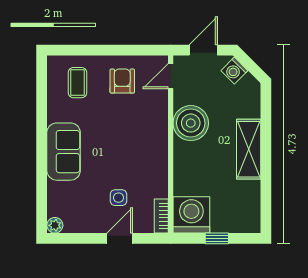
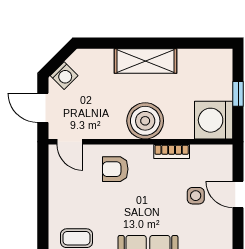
armchair: (122, 81) -> (115, 169), moved
boiler: (191, 123) -> (145, 121), moved
bookcase: (161, 216) -> (172, 151), moved

